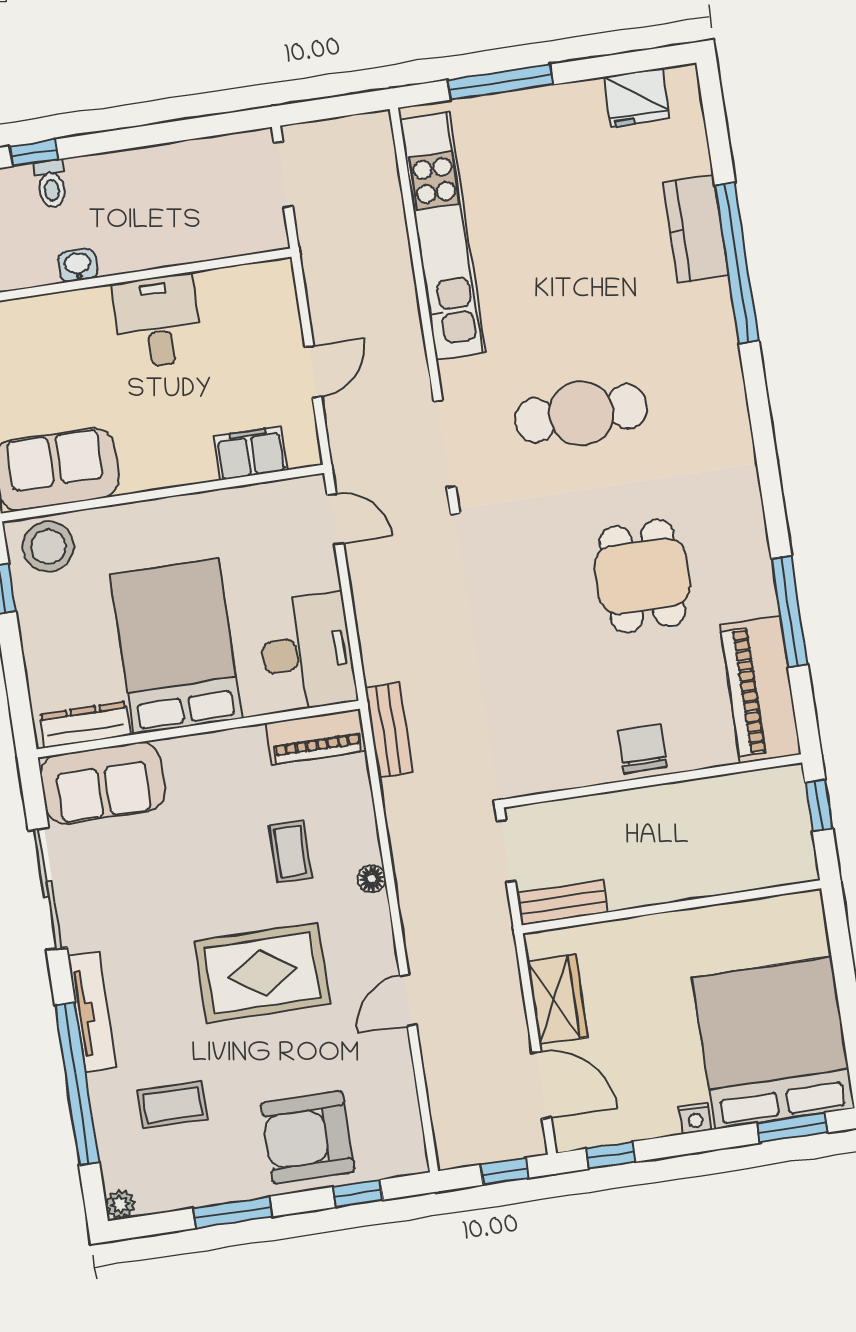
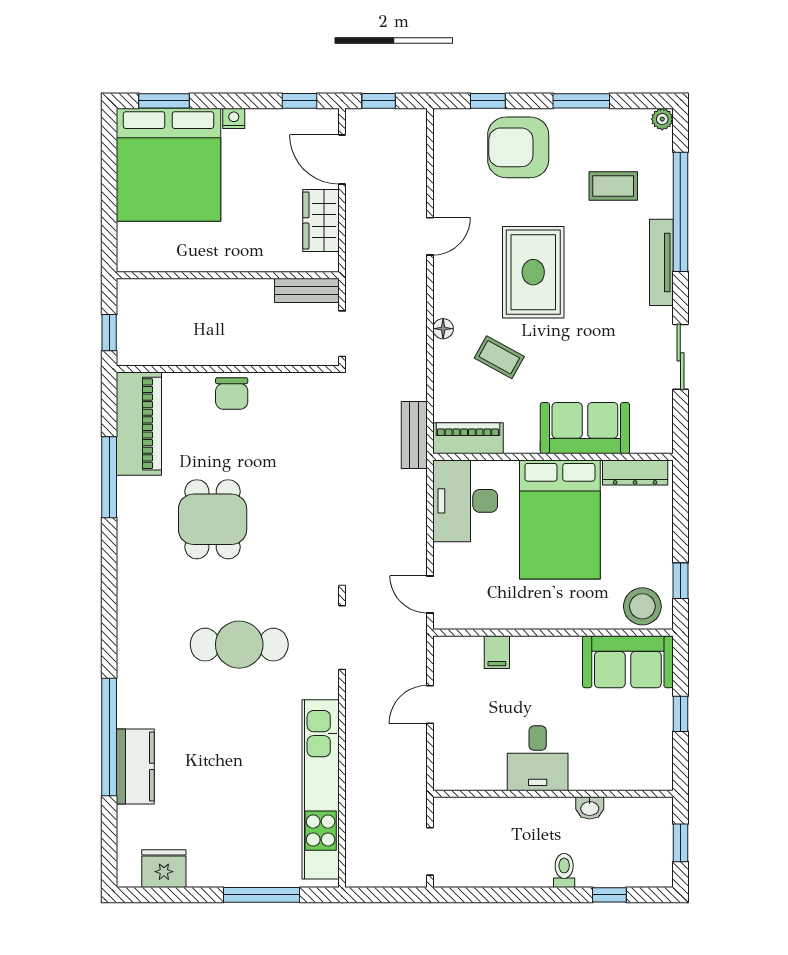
toilet: (51, 184) -> (564, 870), moved
filing cabinet: (251, 453) -> (497, 652), width x0.50
sofa: (103, 783) -> (585, 428), moved
coffee table: (291, 852) -> (499, 357), turned -61
sliding door: (47, 889) -> (680, 357), width x0.73
rug: (262, 973) -> (533, 272), turned 90
armchair: (308, 1137) -> (518, 147), turned 180

